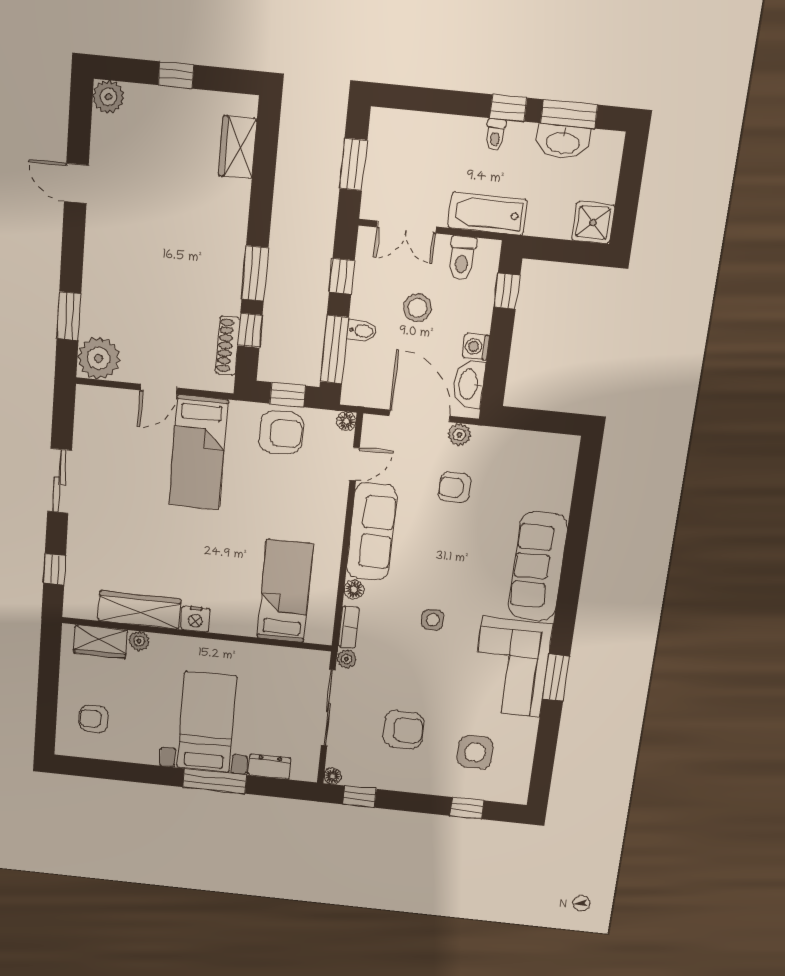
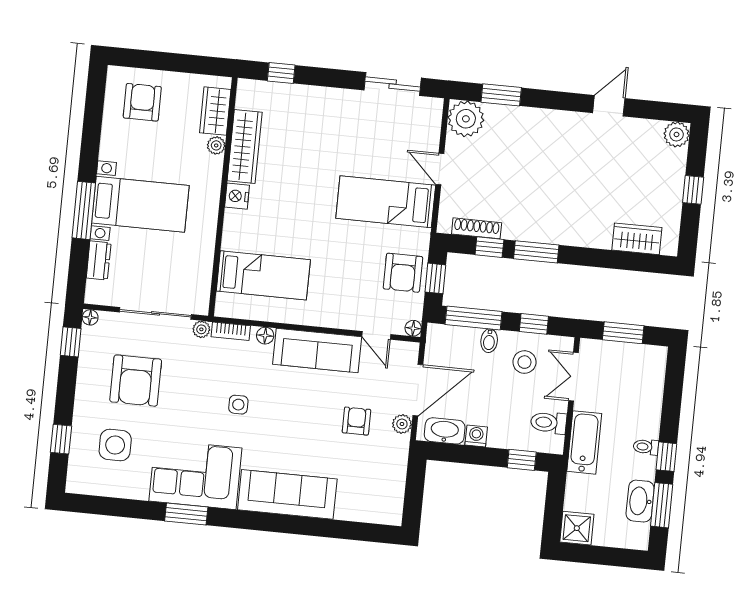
stool: (418, 308) -> (524, 362), moved
sliding door: (60, 481) -> (393, 84), moved
armchair: (94, 719) -> (142, 102), width x1.38, depth x1.38
armchair: (403, 730) -> (136, 381), width x1.36, depth x1.36

